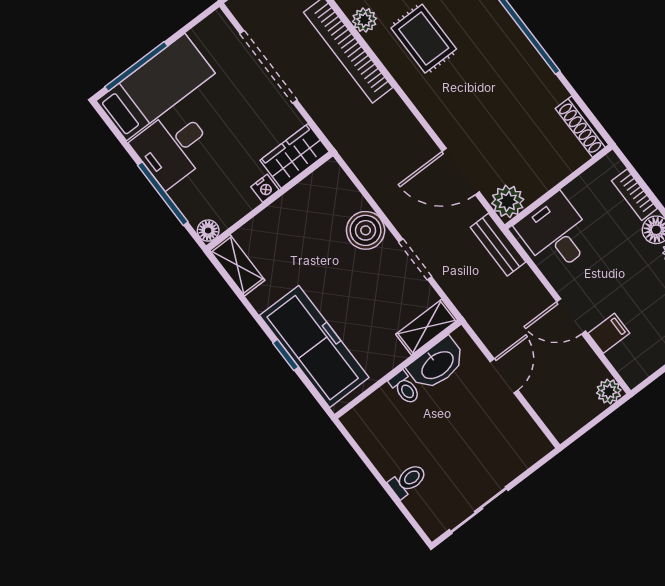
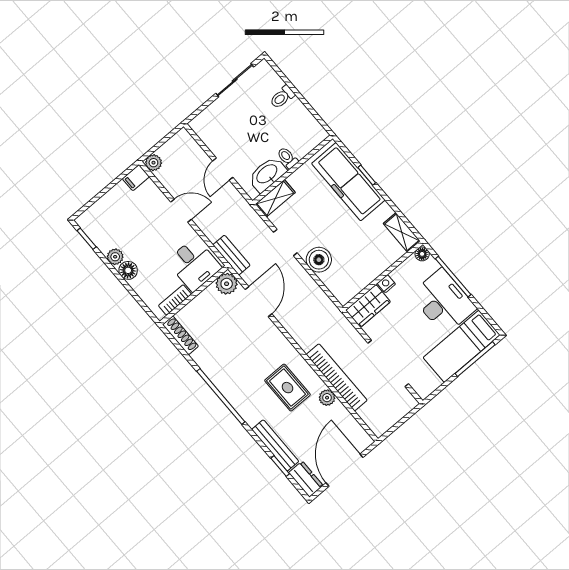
desk: (173, 147) -> (443, 302), width x1.37
door: (461, 171) -> (258, 302), hinge flipped
bookcase: (634, 195) -> (175, 300), moved, turned -90
filing cabinet: (609, 333) -> (136, 178), moved

